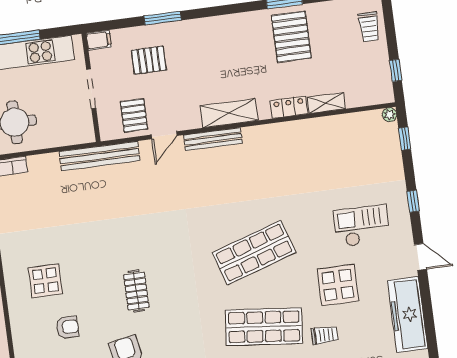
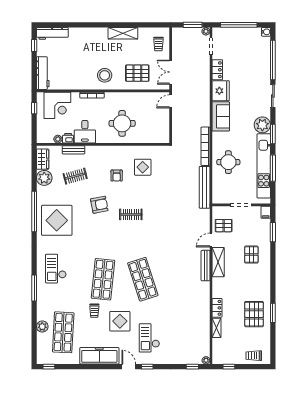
window: (163, 18) -> (273, 232), moved
pallet: (291, 37) -> (254, 314), turned 90
pallet: (149, 60) -> (251, 255), moved
shelving: (229, 113) -> (218, 262), moved
door: (164, 135) -> (211, 240), hinge flipped
bench: (100, 156) -> (205, 187), moved
window: (413, 201) -> (147, 367), moved
checkout: (362, 226) -> (149, 338), turned 180
door: (420, 257) -> (129, 367), swing flipped

